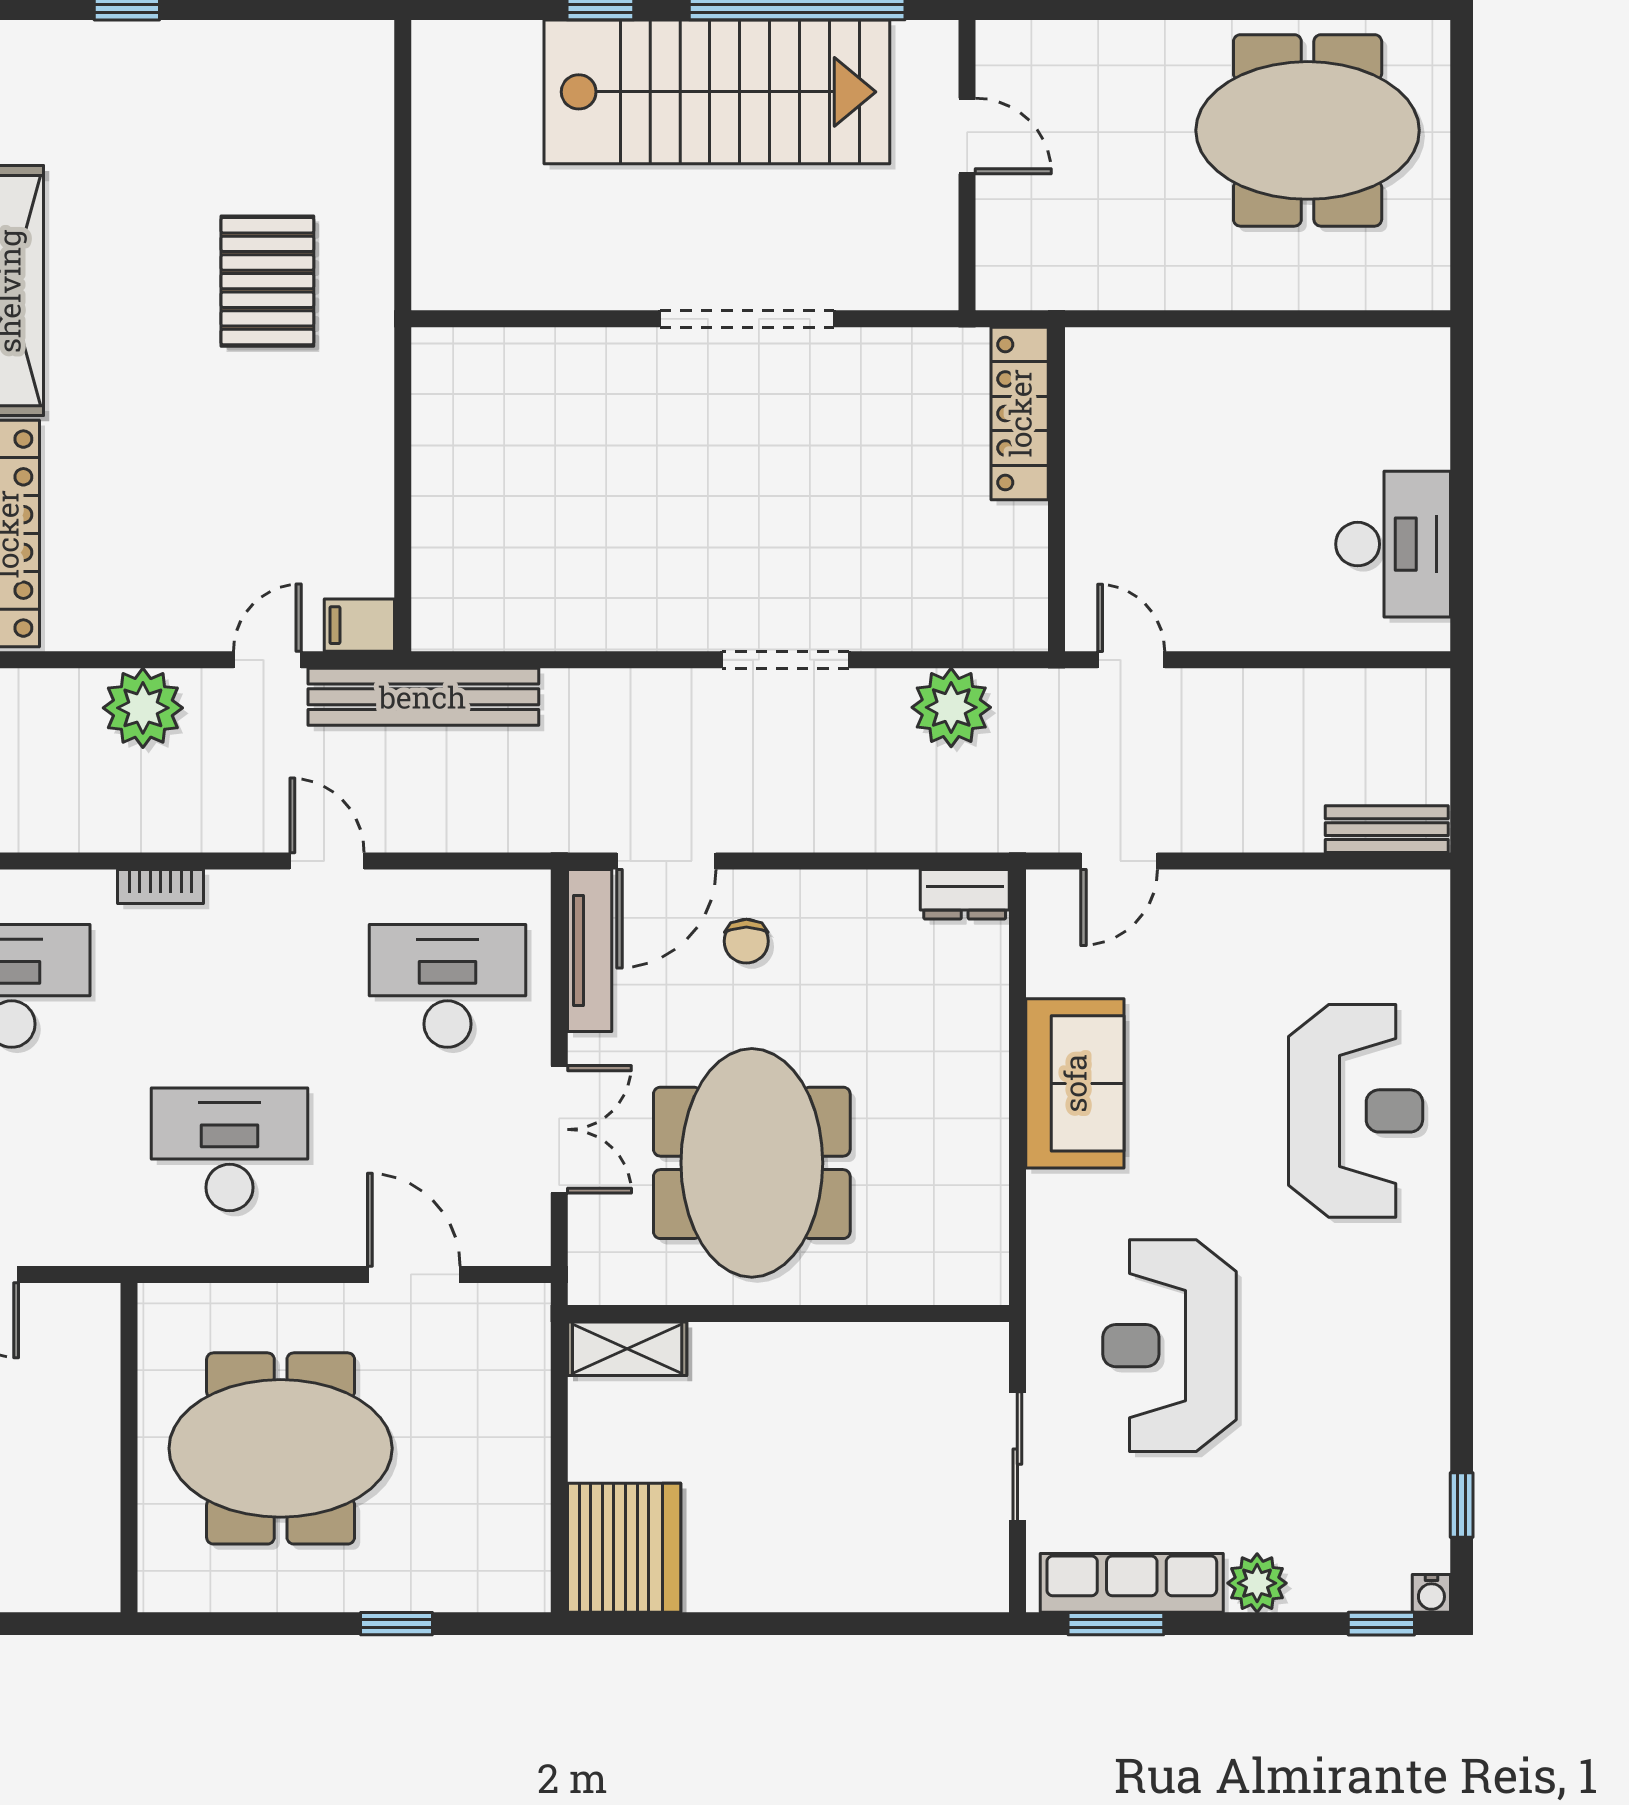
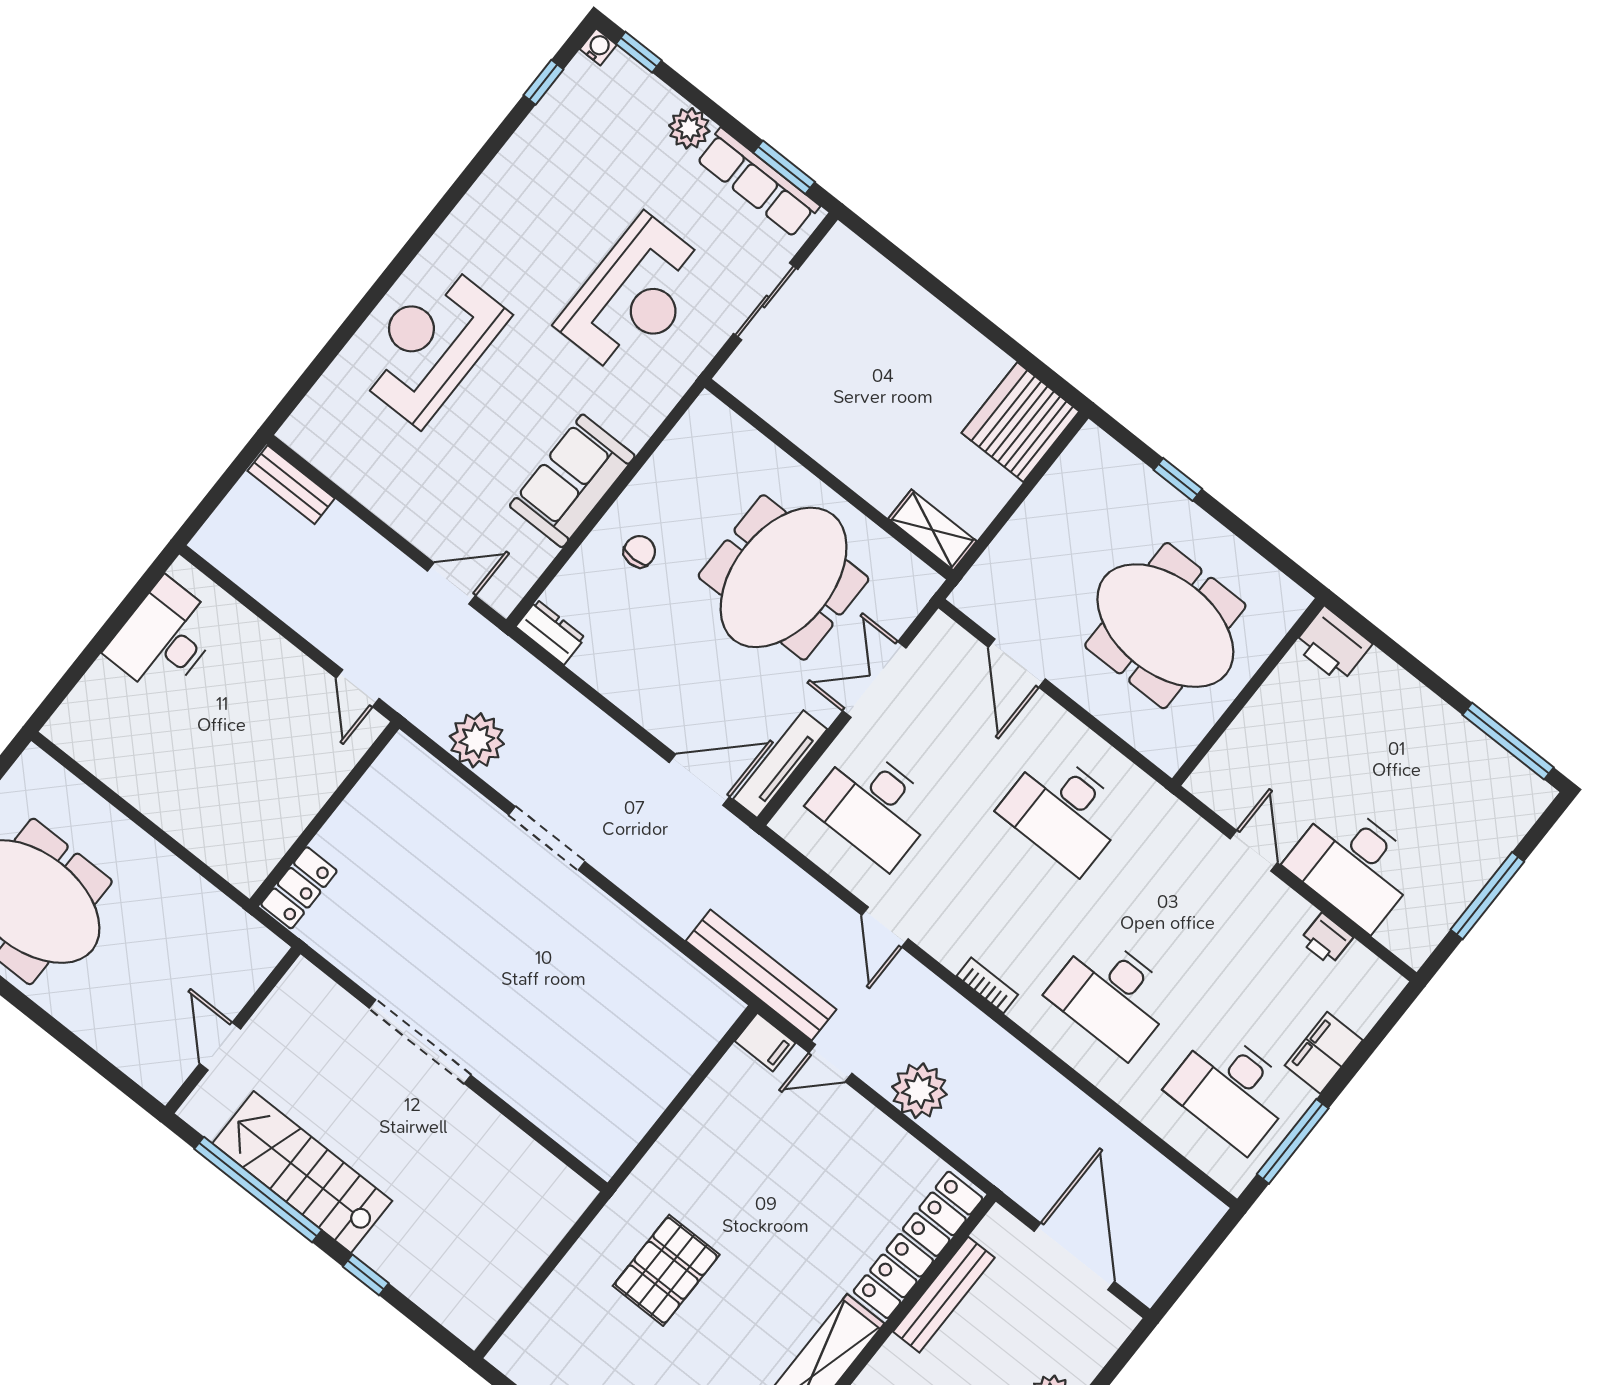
stairs: (717, 92) -> (302, 1172), width x0.73, depth x0.66
locker: (1020, 413) -> (299, 888), width x0.66
chair: (746, 941) -> (640, 551), moved
printer: (76, 1576) -> (1333, 645), added

